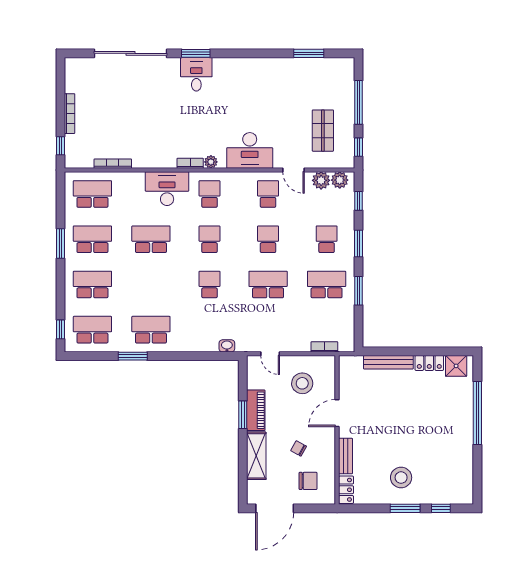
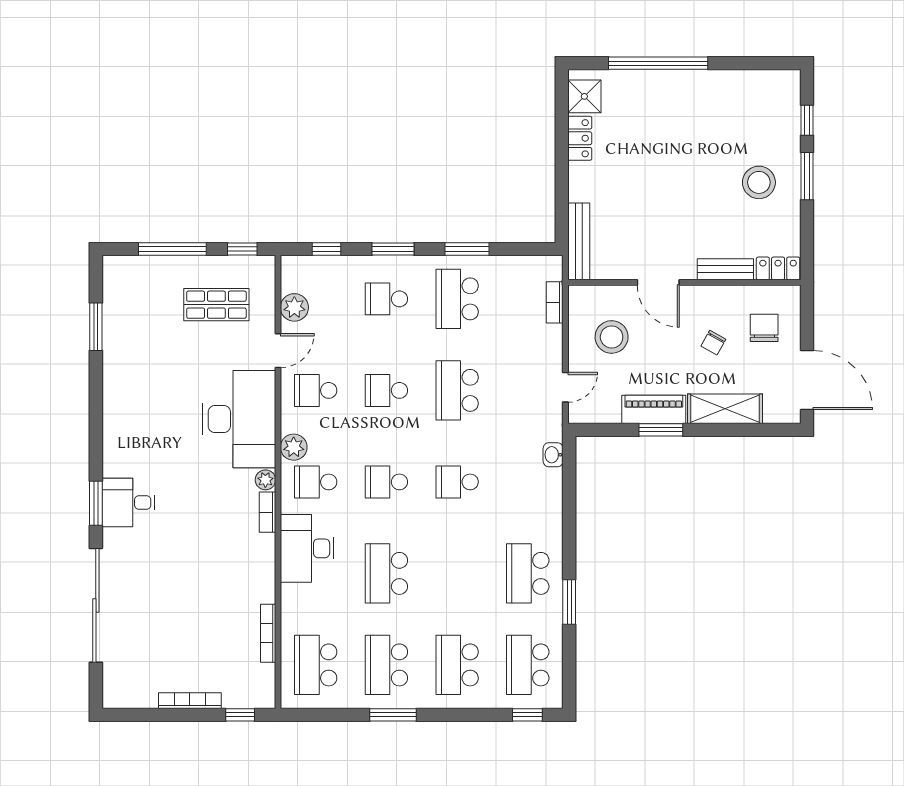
desk: (250, 150) -> (239, 419), width x1.36, depth x1.30
plant: (340, 180) -> (294, 447), moved
bench: (388, 362) -> (579, 241), moved

